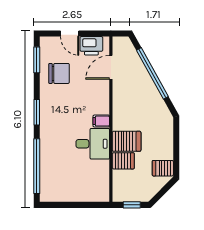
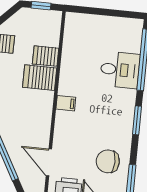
door: (111, 67) -> (49, 162), swing flipped
desk: (93, 144) -> (120, 70), moved, turned 180

